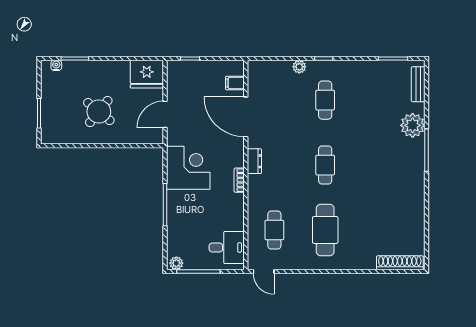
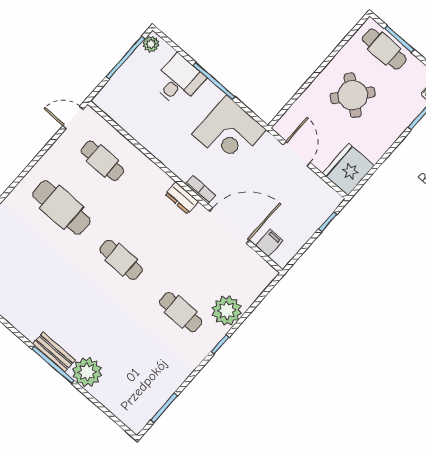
plant: (299, 67) -> (227, 311), width x1.88, depth x1.88
bench: (418, 84) -> (54, 352), moved
cafe table: (53, 117) -> (384, 49), added
bookcase: (239, 180) -> (201, 190), moved
desk: (227, 247) -> (178, 81), moved, turned 180

